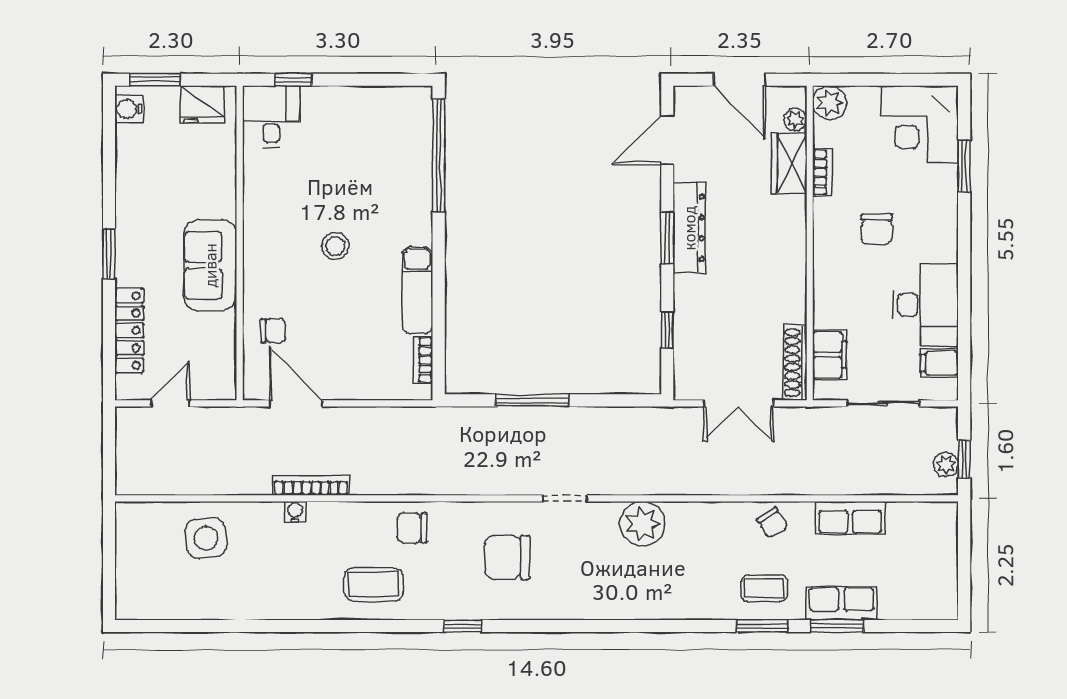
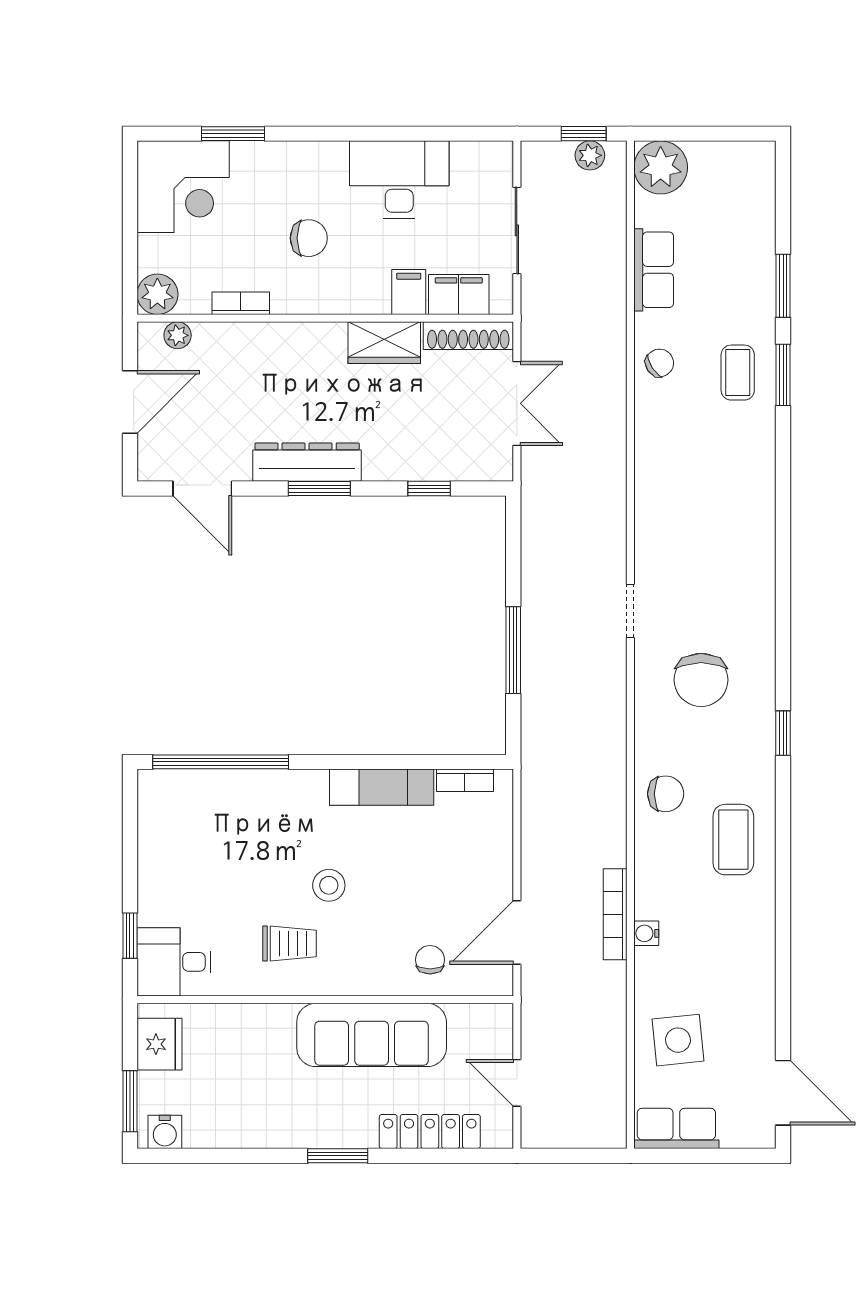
wardrobe: (789, 163) -> (384, 343), moved
trolley: (287, 213) -> (290, 944), added
sofa: (210, 265) -> (372, 1035), width x1.36
filing cabinet: (939, 363) -> (409, 292), moved, turned 180
plant: (642, 524) -> (661, 167), moved
chair: (412, 528) -> (666, 794), turned -90
row of seats: (842, 603) -> (676, 1128), moved, turned 90
door: (162, 626) -> (783, 1093), added

